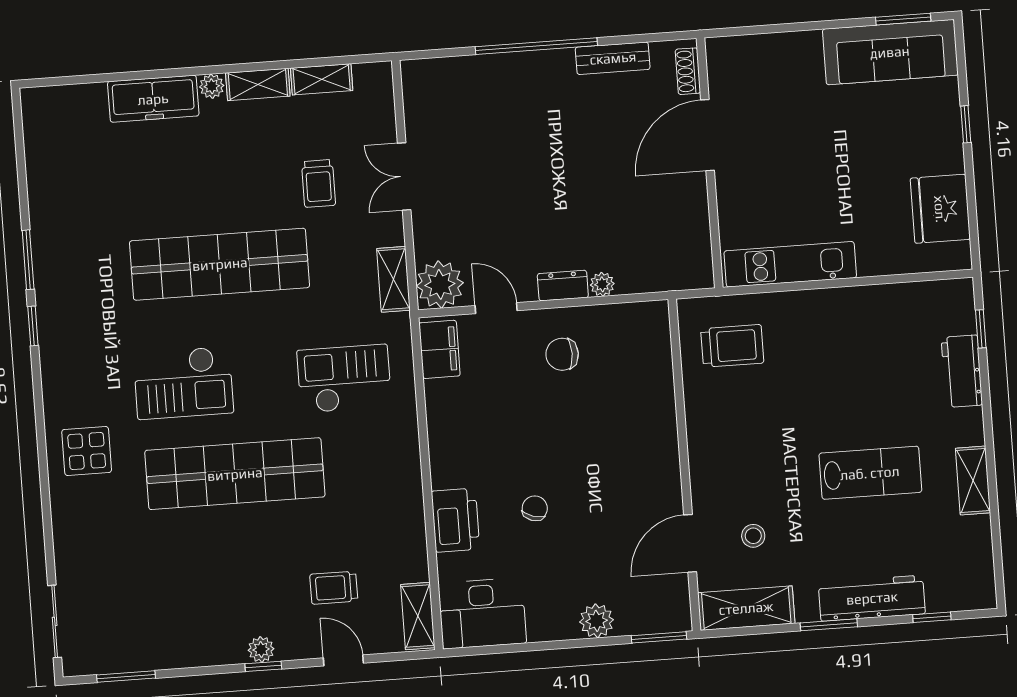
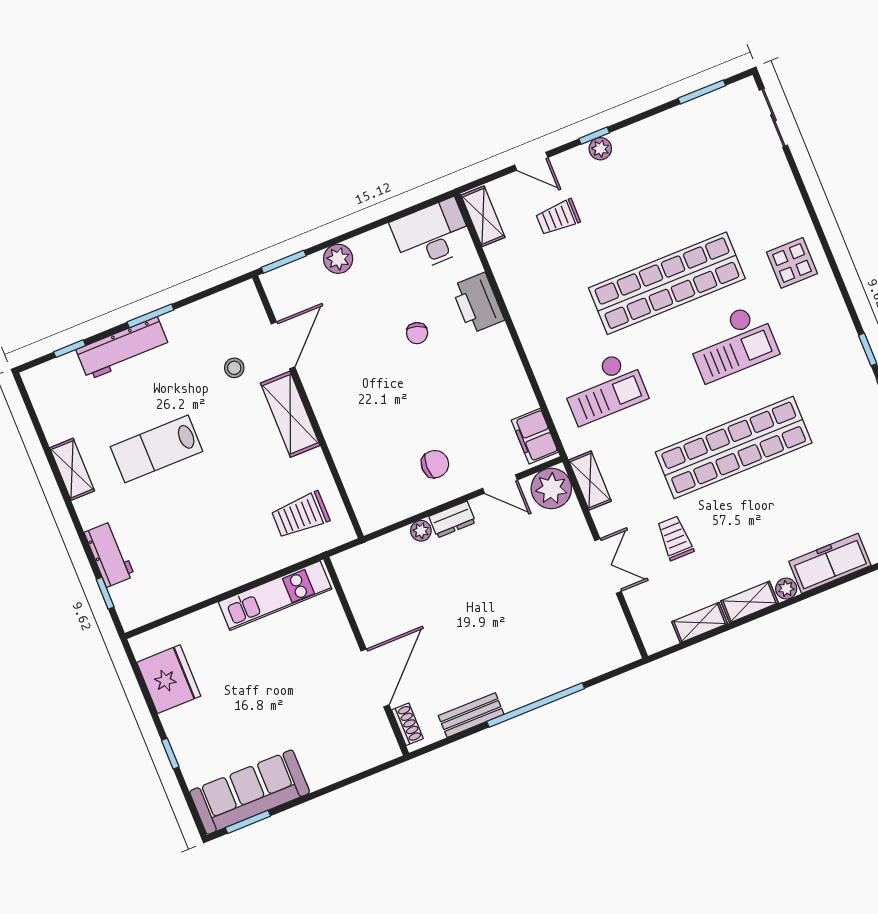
checkout: (183, 383) -> (732, 343), turned 180
trolley: (334, 588) -> (558, 217), turned 180
shelving: (746, 608) -> (290, 414), moved, turned 90

